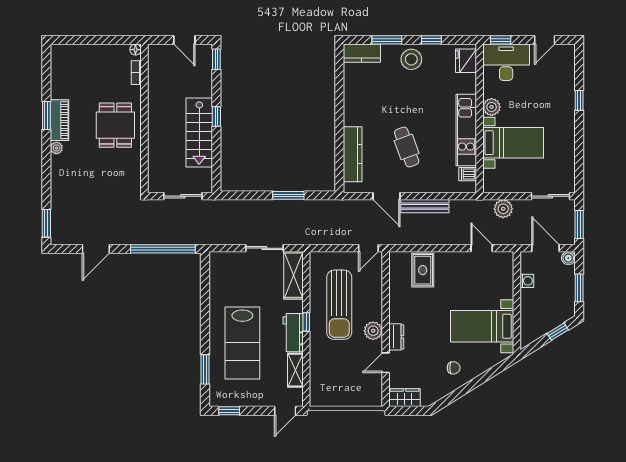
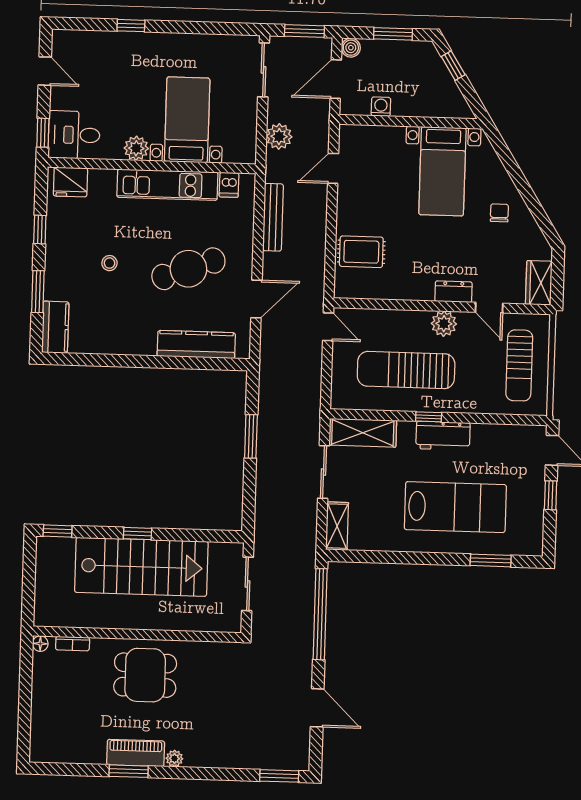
door: (184, 40) -> (29, 575), removed
stool: (411, 59) -> (109, 263), moved, width x0.53, depth x0.53
desk: (506, 62) -> (74, 135), width x0.73
stairs: (199, 133) -> (141, 567), width x1.36, depth x1.51
cafe table: (407, 147) -> (188, 269), width x1.37, depth x1.35
bench: (425, 206) -> (273, 217), moved
sun lounger: (339, 305) -> (406, 370), turned 180
shelving: (295, 370) -> (337, 526), moved, turned 90
sun lounger: (345, 386) -> (519, 365), added
window: (229, 411) -> (551, 495), moved

